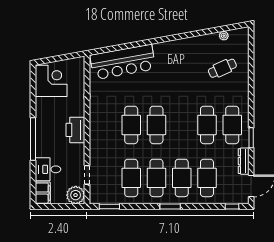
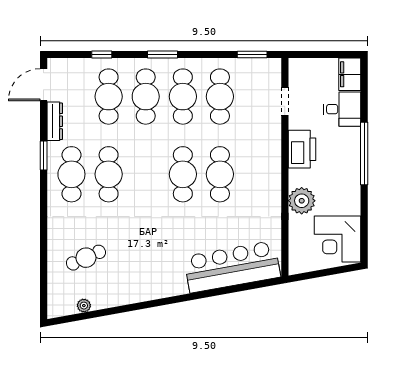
printer: (75, 130) -> (302, 149), moved
plant: (76, 195) -> (302, 201), moved
window: (232, 207) -> (102, 54), moved

